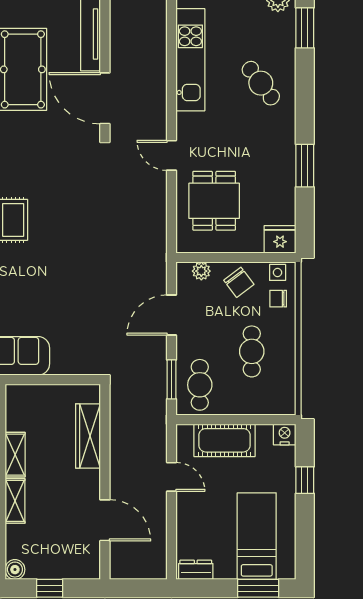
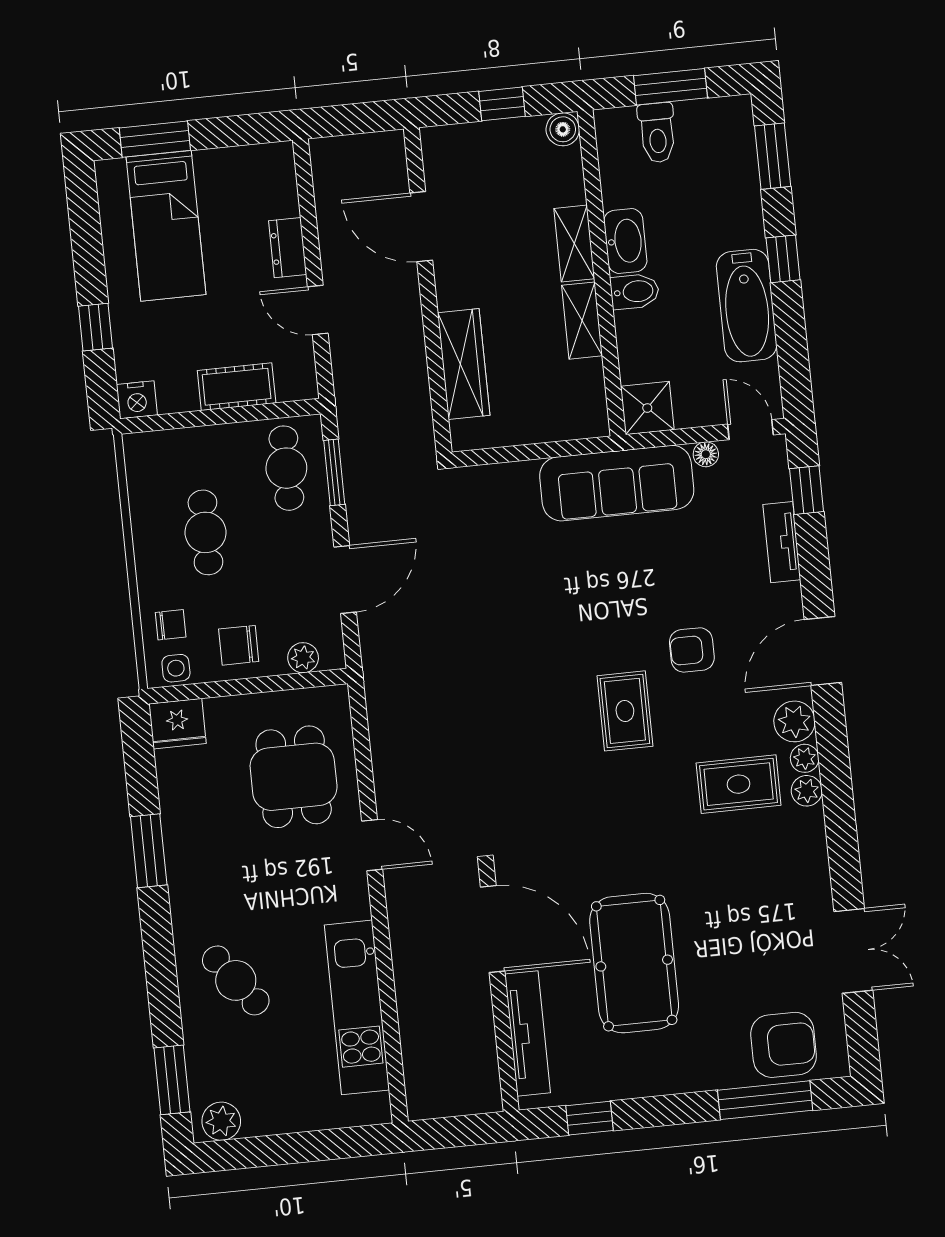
chair: (239, 282) -> (239, 645), turned -53
cot: (224, 440) -> (237, 387), width x0.73, depth x0.75
dresser: (196, 570) -> (288, 248), moved, turned 90

